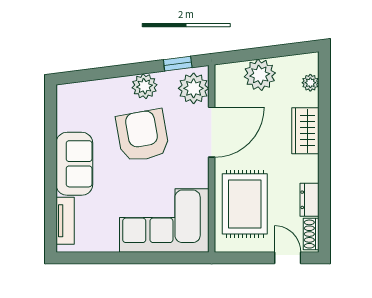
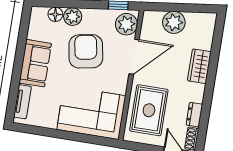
plant: (310, 83) -> (208, 34), removed
plant: (144, 86) -> (73, 17), moved
floor lamp: (91, 90) -> (55, 14), added

